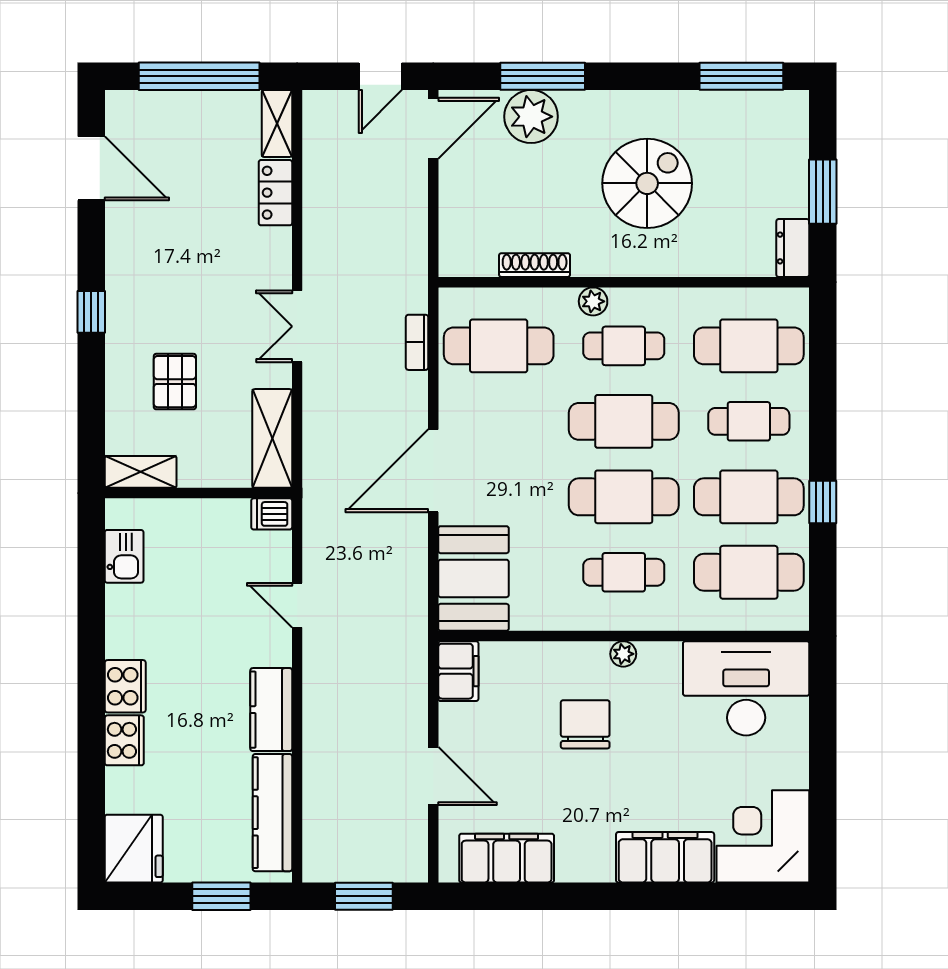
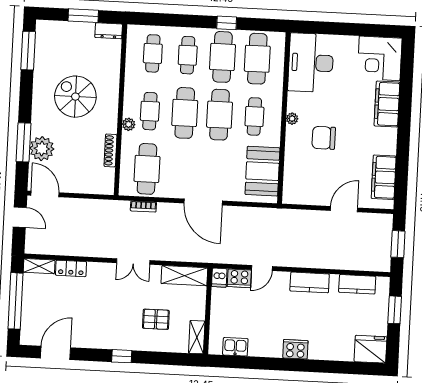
cafe table: (749, 346) -> (153, 53), width x0.73, depth x0.74
booth: (474, 578) -> (262, 171), moved, turned 90
filing cabinet: (458, 671) -> (296, 195), removed
cooker: (124, 740) -> (239, 278), moved, turned 180
kitchen counter: (272, 813) -> (357, 284), width x0.67

